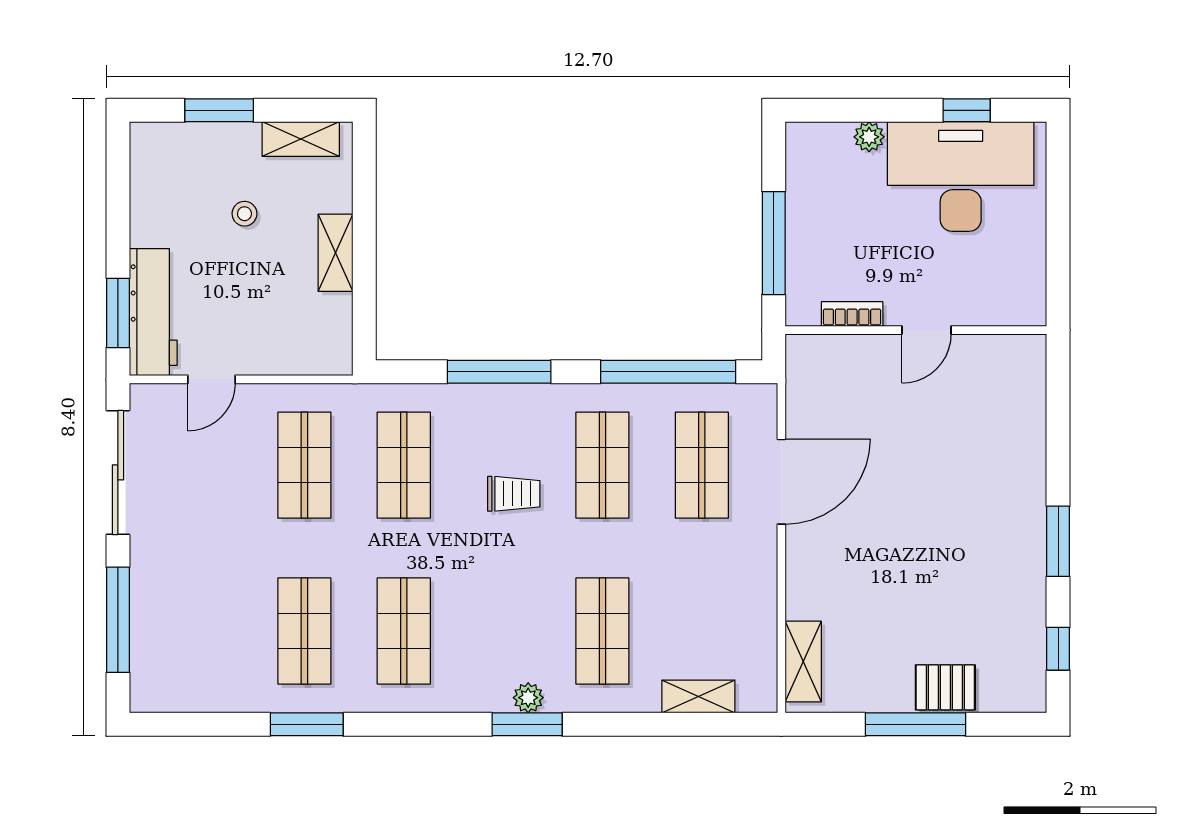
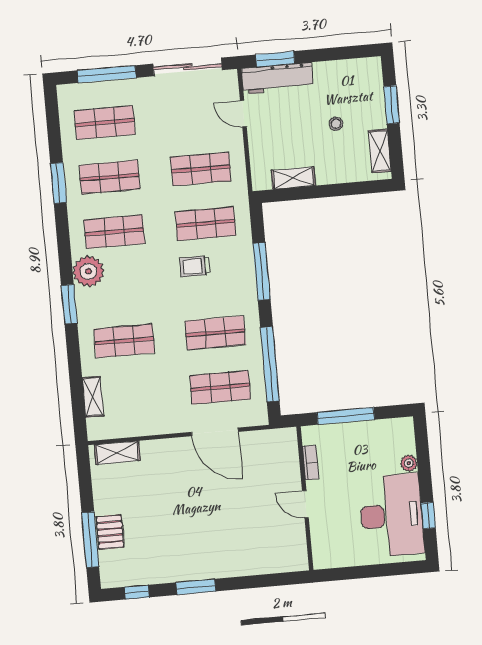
shelving: (336, 253) -> (293, 178), moved
trolley: (514, 494) -> (195, 266), moved, turned 90
shop shelf: (205, 631) -> (105, 123), added
plant: (528, 698) -> (88, 271), moved, width x1.87, depth x1.87
window: (915, 724) -> (90, 540), moved

